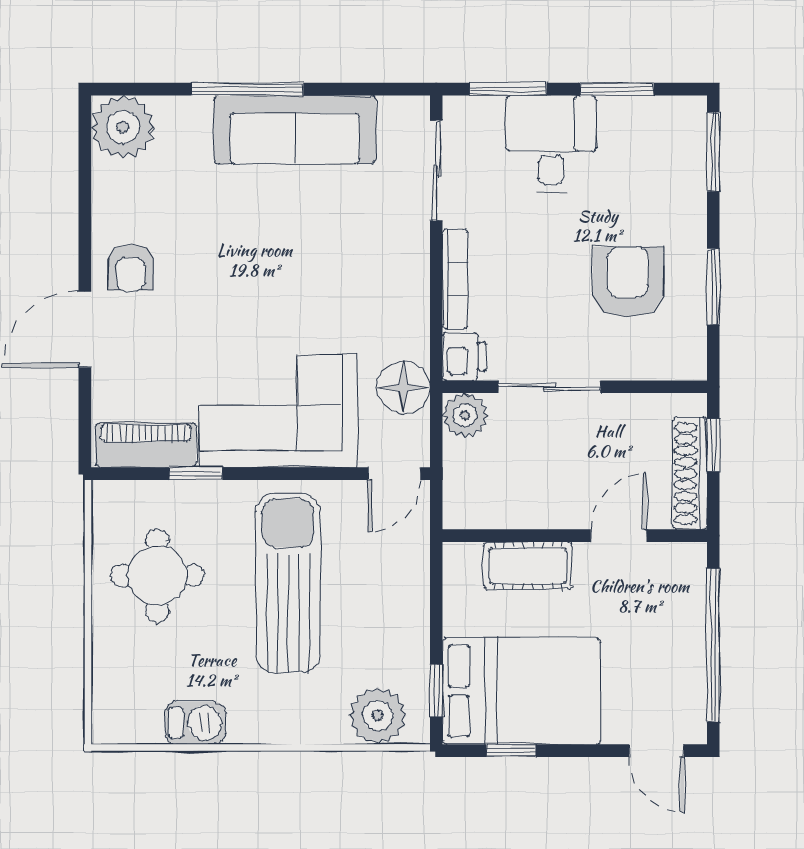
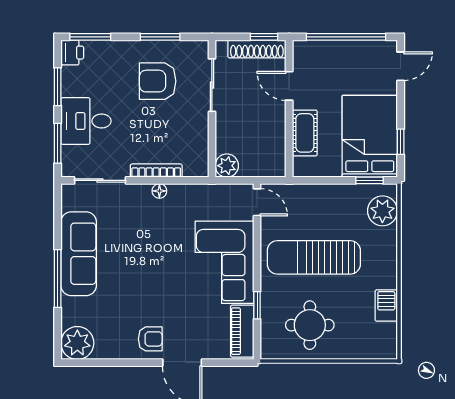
printer: (464, 356) -> (72, 53), moved, turned 90
floor lamp: (403, 387) -> (159, 191), moved, width x0.53, depth x0.53
sliding door: (549, 387) -> (212, 85), moved
window: (713, 445) -> (264, 37), moved

